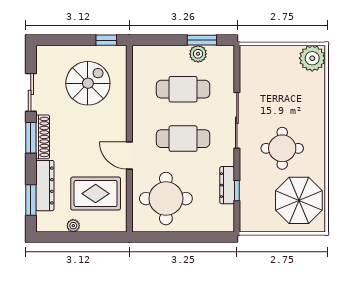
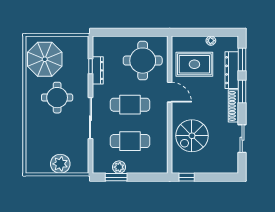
plant: (312, 58) -> (60, 164), moved
spiral stairs: (88, 83) -> (192, 136), moved
window: (31, 138) -> (242, 91), moved

